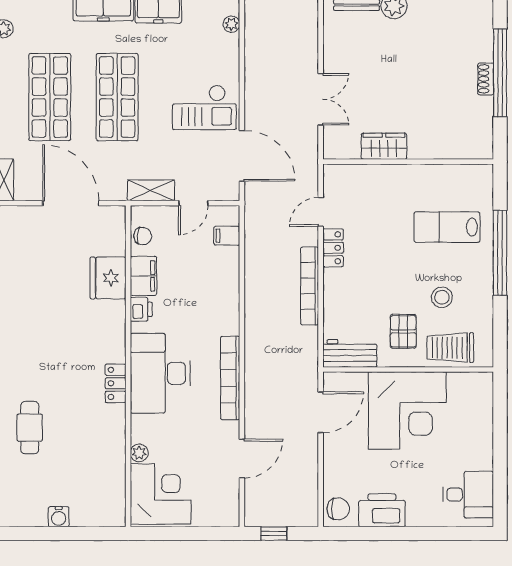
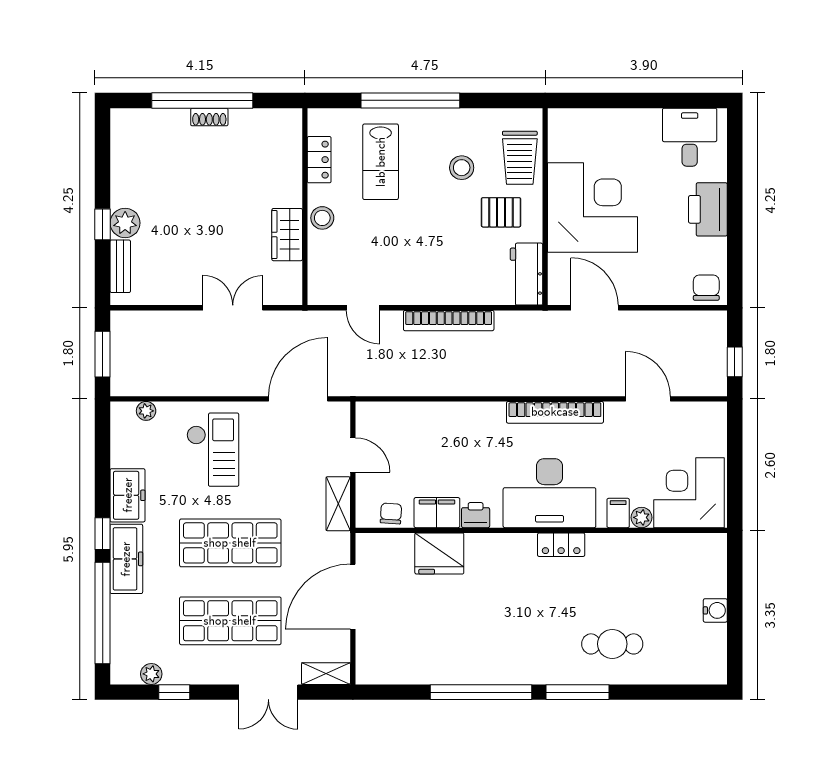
checkout: (204, 107) -> (213, 450), moved
stool: (398, 177) -> (322, 218), added
filing cabinet: (227, 236) -> (618, 513), moved, turned 180
locker: (333, 248) -> (319, 160), moved, turned 90
printer: (382, 510) -> (708, 209), moved

